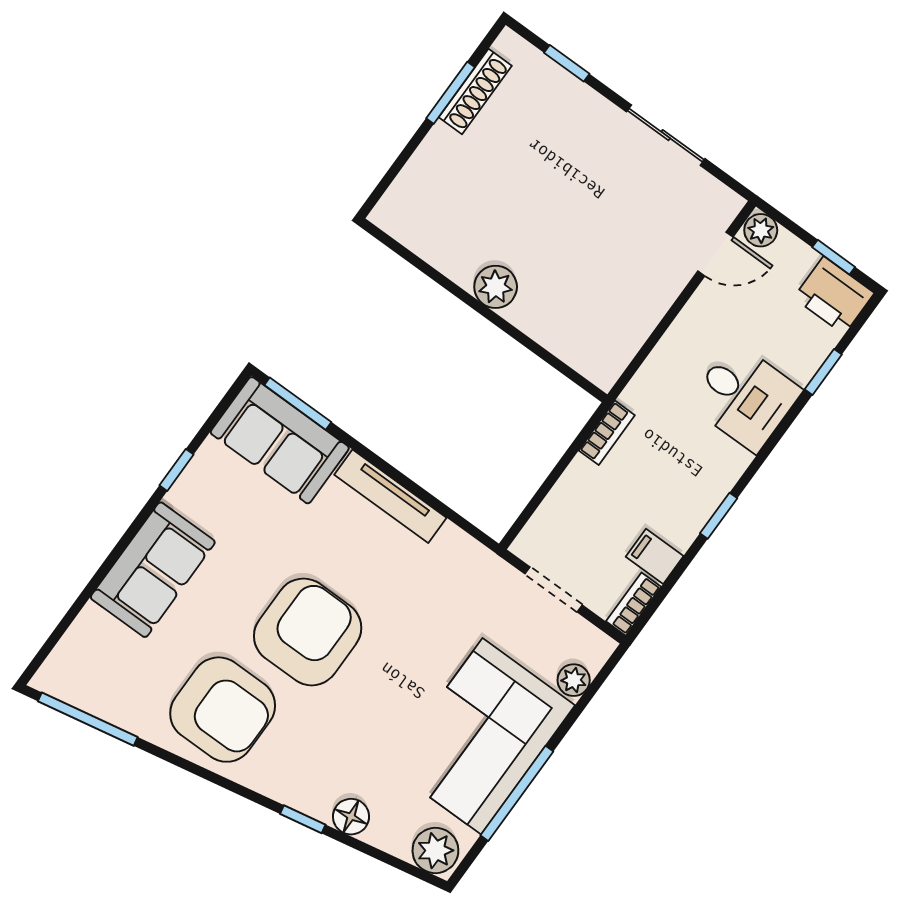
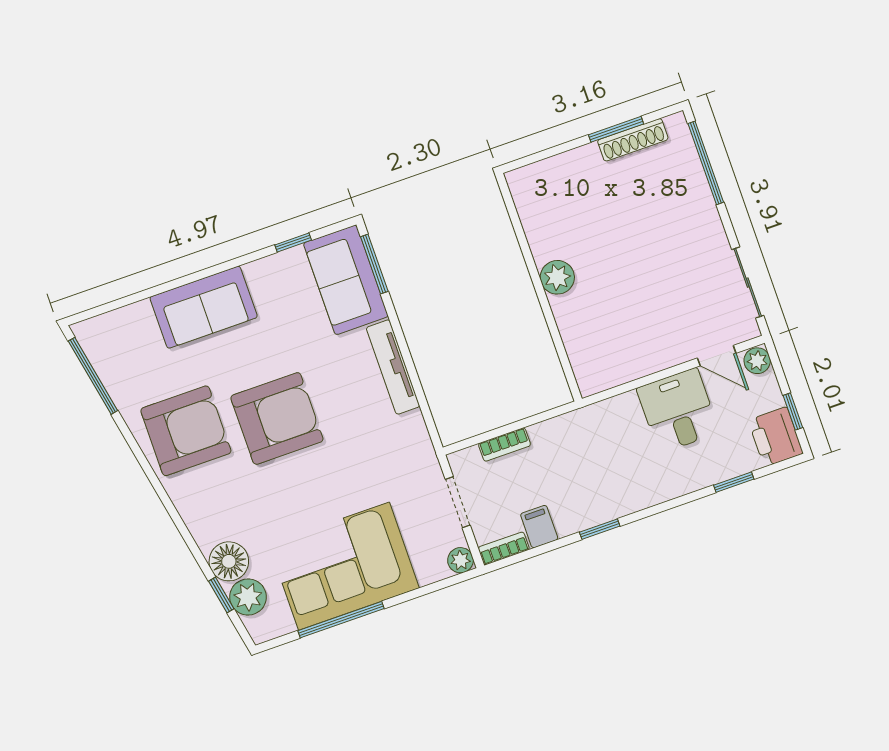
window: (567, 63) -> (706, 163), width x2.17
sliding door: (666, 135) -> (748, 283), moved
desk: (745, 397) -> (678, 410), moved, turned 180
bookcase: (607, 433) -> (504, 445), moved
window: (176, 470) -> (293, 242), moved
plant: (574, 680) -> (461, 560), moved
armchair: (223, 710) -> (186, 431), turned -90
floor lamp: (351, 817) -> (229, 561), width x1.38, depth x1.38
window: (303, 819) -> (221, 595), moved
plant: (435, 850) -> (248, 597), moved

